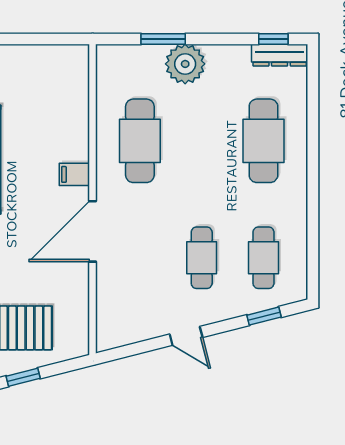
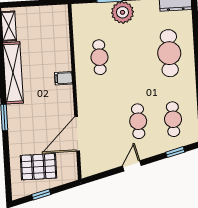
cafe table: (140, 141) -> (99, 57), width x0.73, depth x0.74
door: (93, 231) -> (77, 134), moved
door: (186, 336) -> (132, 166), swing flipped

